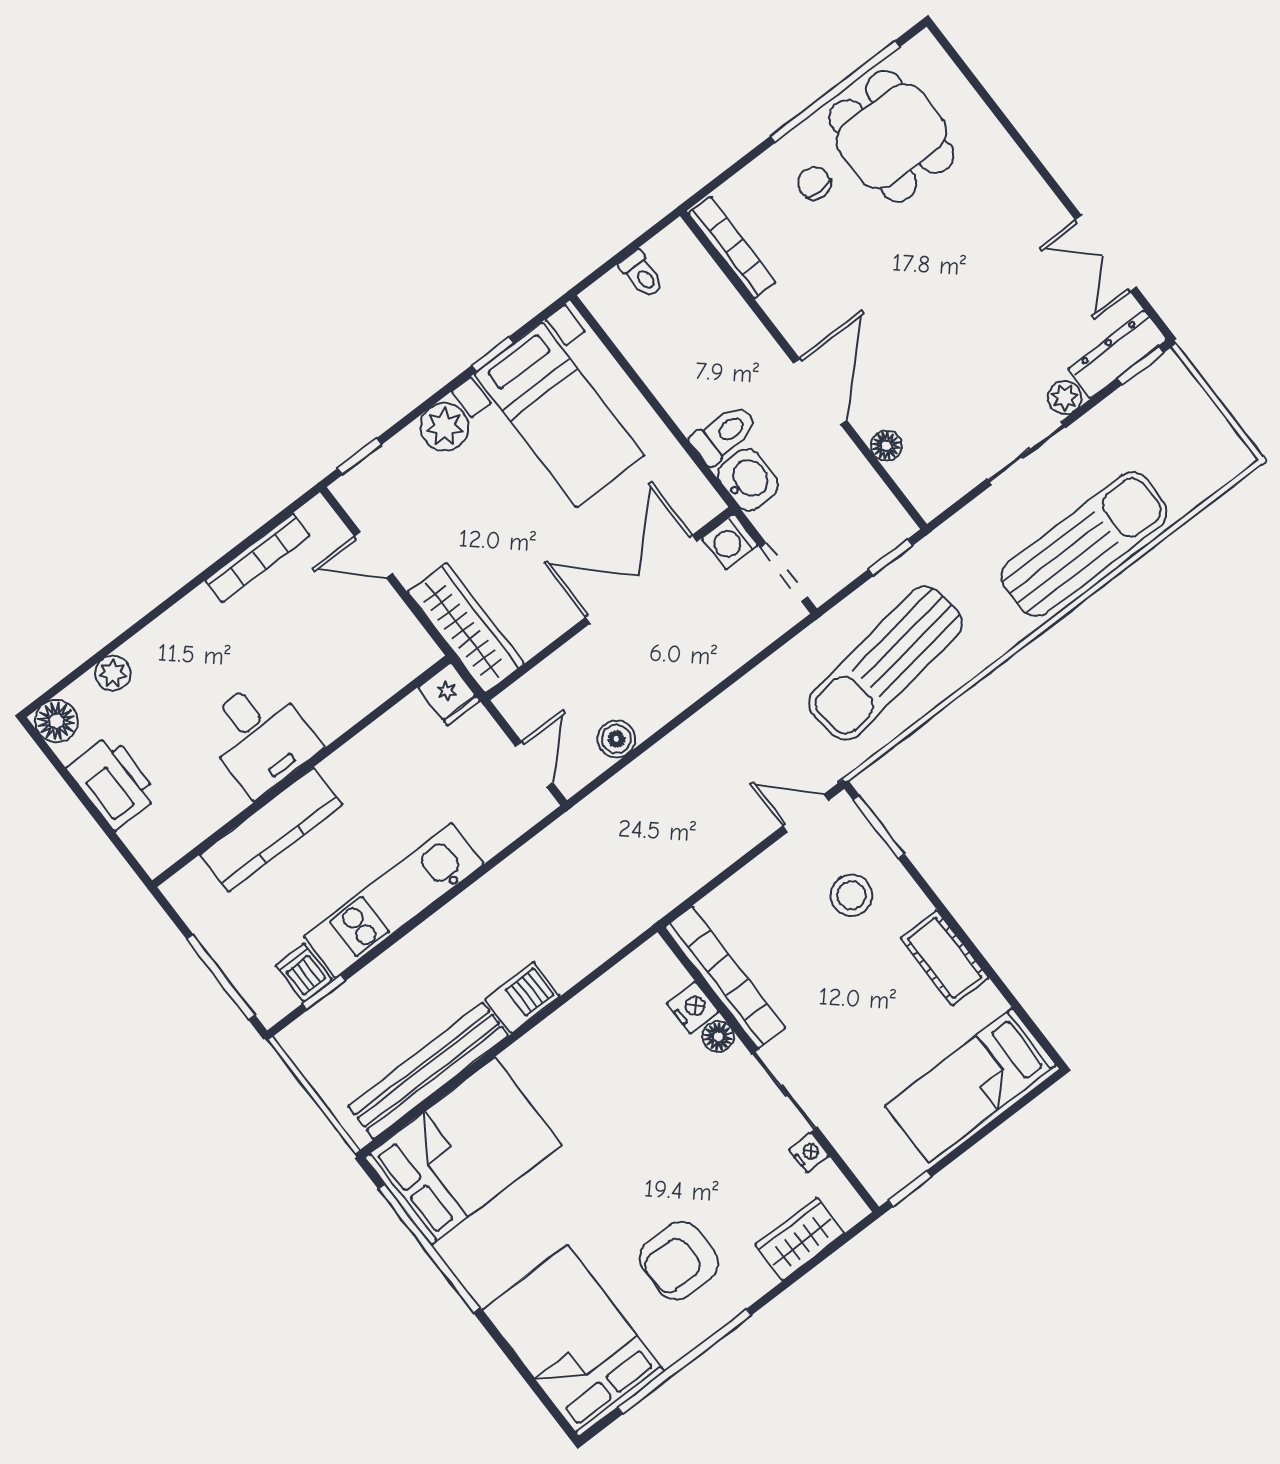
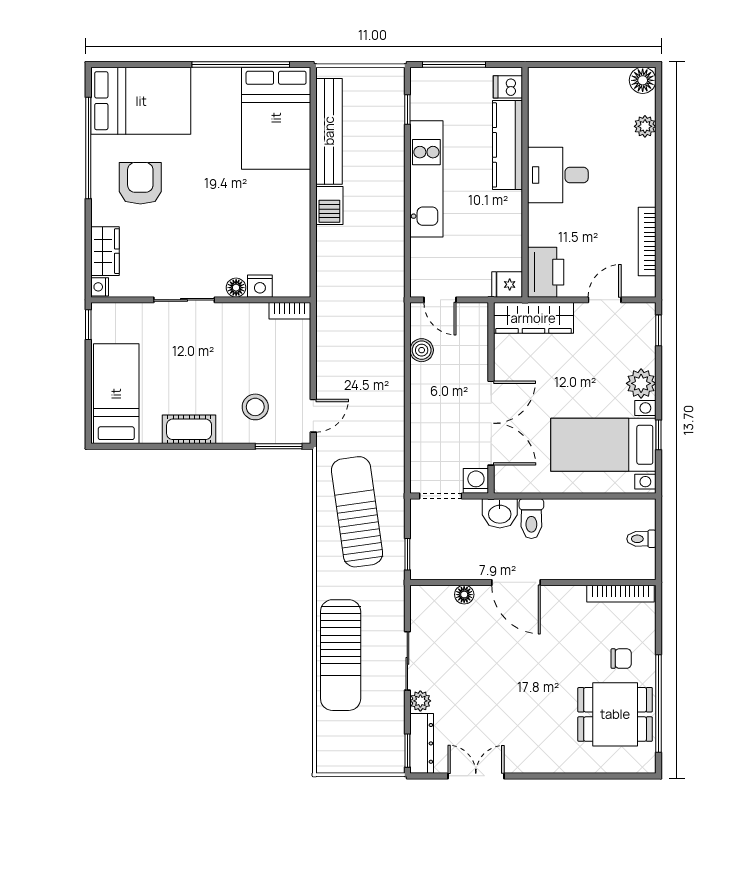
printer: (113, 782) -> (546, 272), moved, turned -90
dishwasher: (304, 973) -> (508, 87), moved, turned 180
bookcase: (725, 977) -> (290, 311), width x0.43, depth x0.76
nightstand: (809, 1153) -> (100, 287), moved, turned 90

